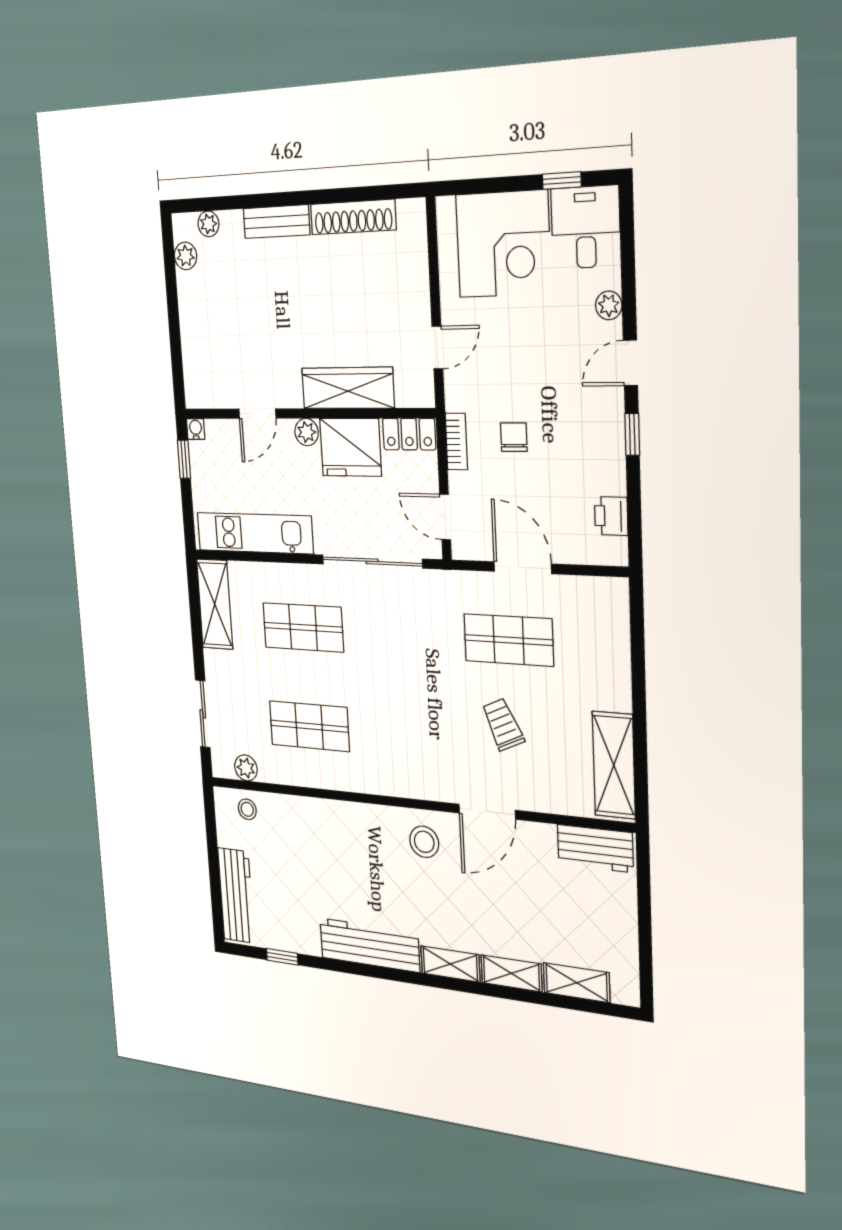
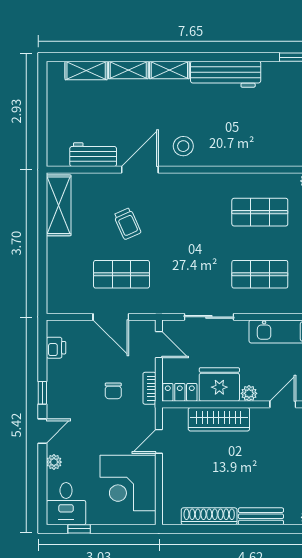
corner desk: (503, 244) -> (128, 483), moved, turned -90
sliding door: (372, 561) -> (209, 317), width x0.73
workbench: (595, 848) -> (93, 155), moved

